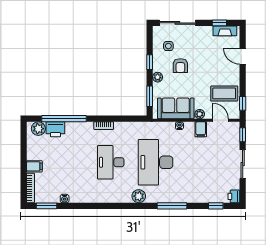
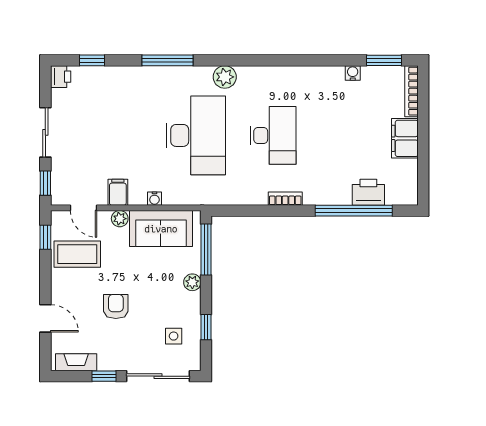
window: (219, 23) -> (104, 376), moved
window: (150, 62) -> (206, 327), moved
armchair: (180, 66) -> (116, 307), moved
window: (150, 96) -> (206, 250), width x1.44
plant: (38, 129) -> (398, 193), removed
filing cabinet: (34, 166) -> (405, 138), width x2.00

